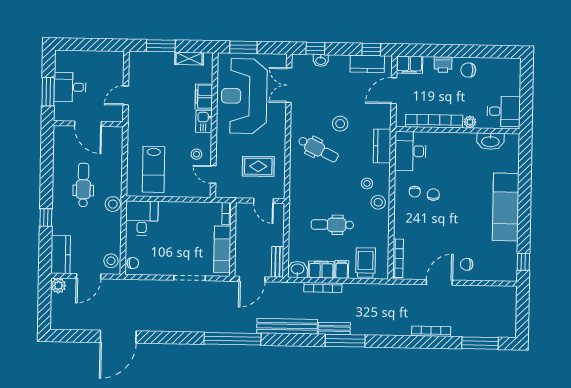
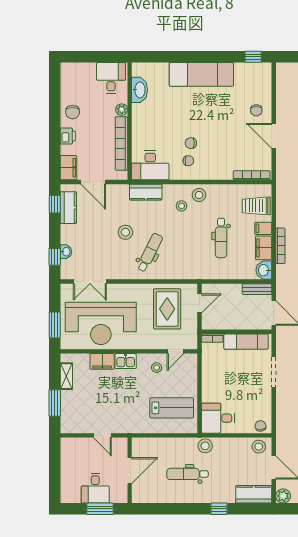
rug: (258, 166) -> (167, 309), width x1.36, depth x1.43

